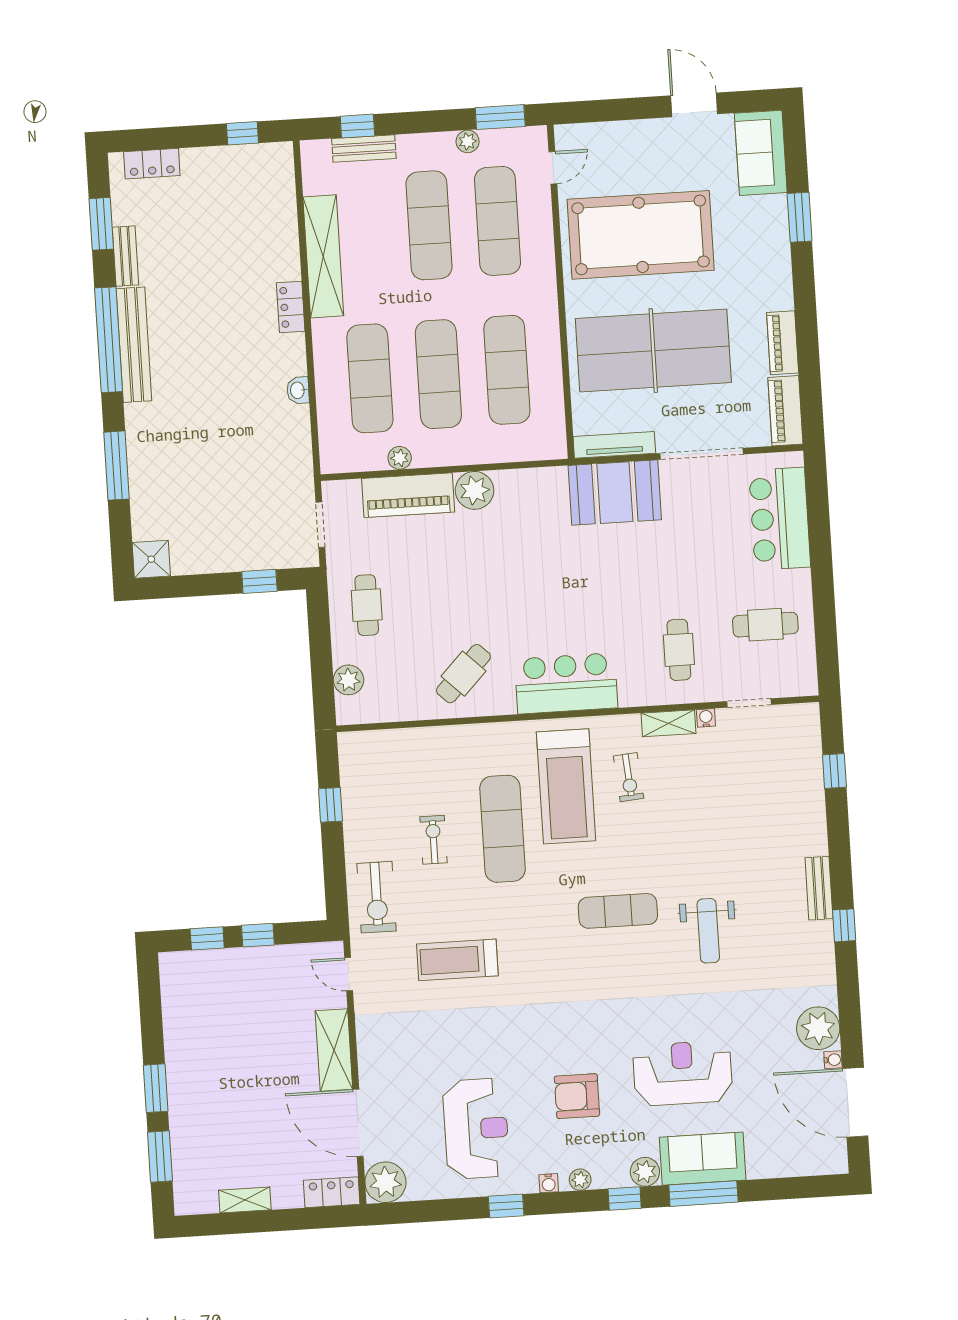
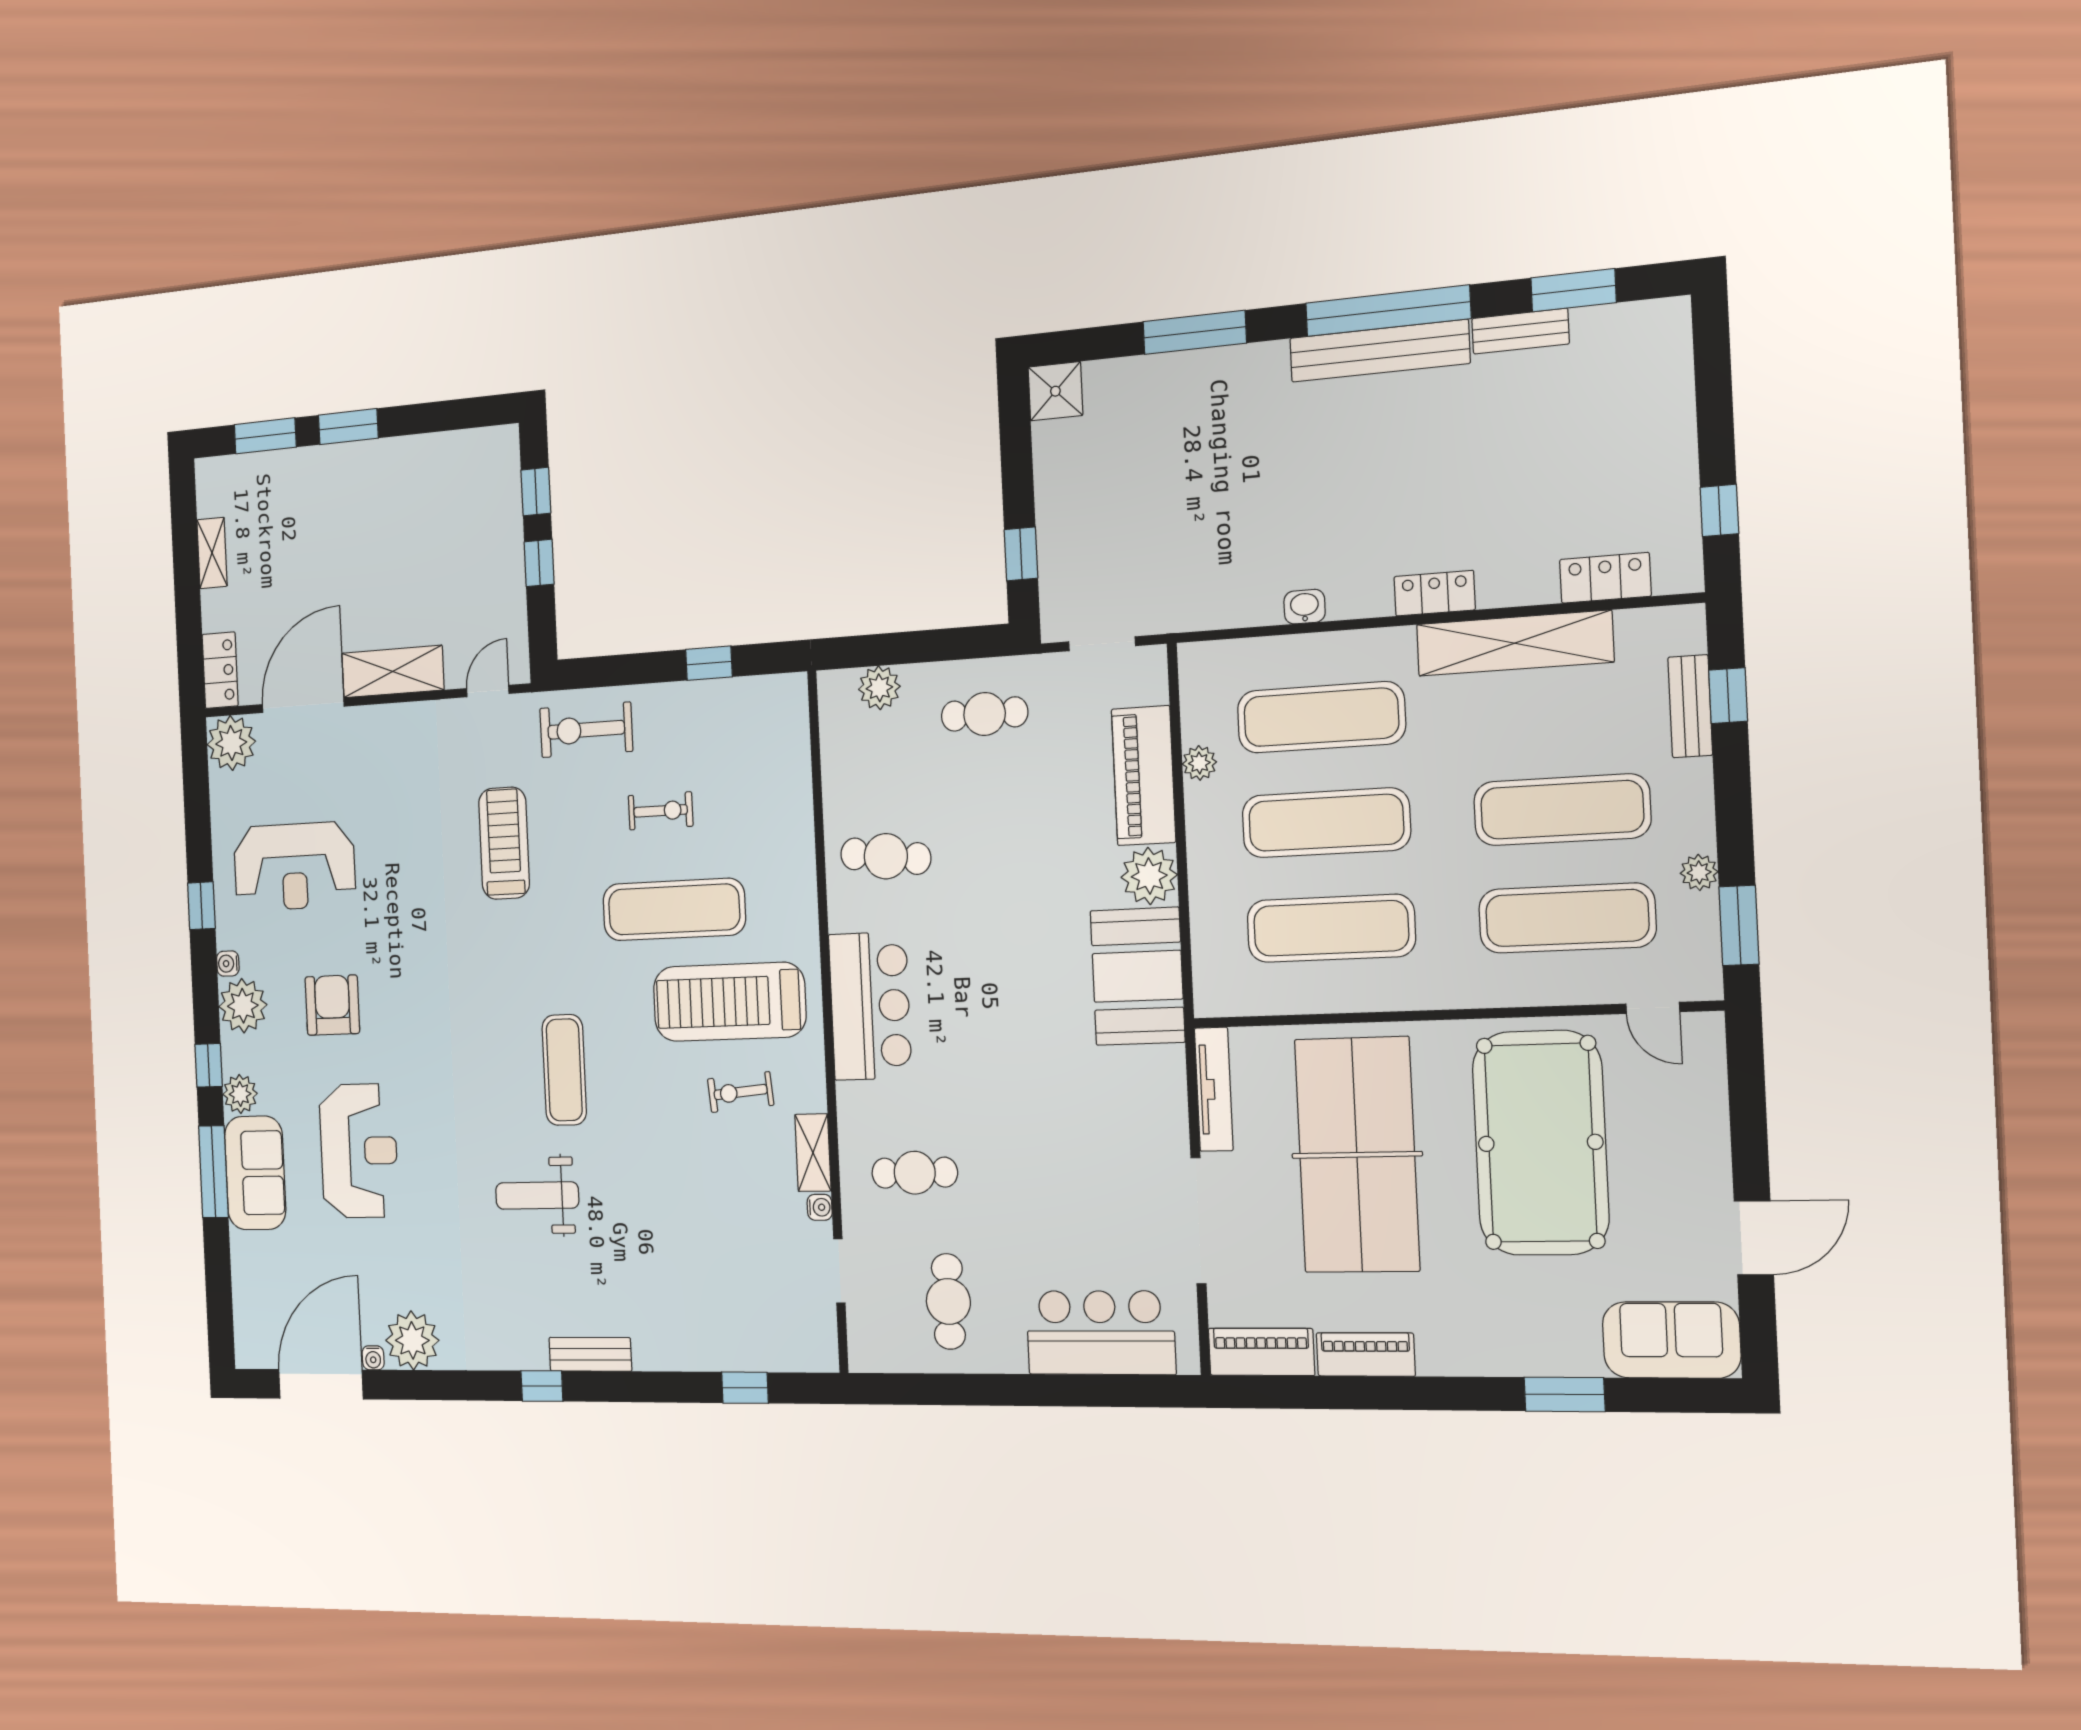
locker: (152, 164) -> (1605, 578), moved, turned 90
booth: (615, 493) -> (1138, 976), moved
cafe table: (463, 674) -> (886, 856), turned -37
plant: (580, 1180) -> (243, 1006), width x1.87, depth x1.87

